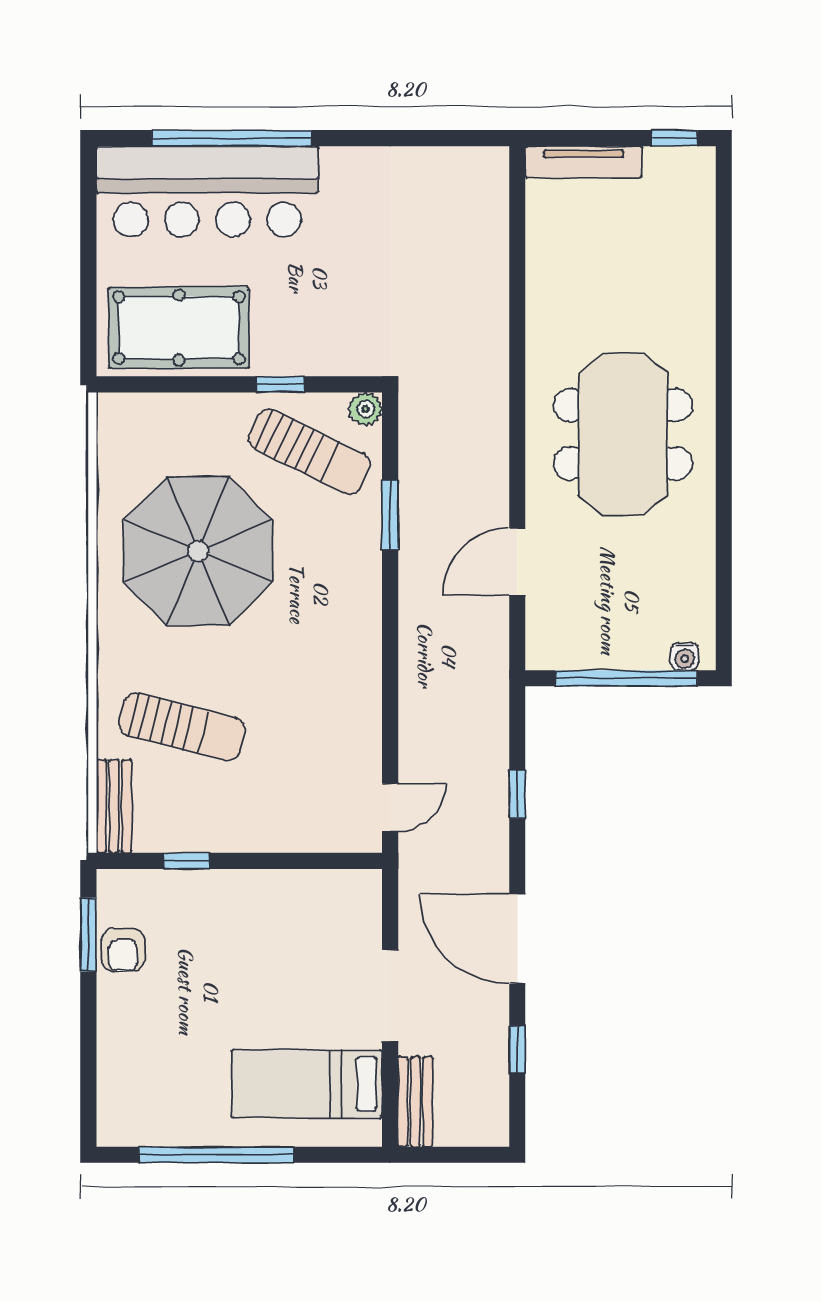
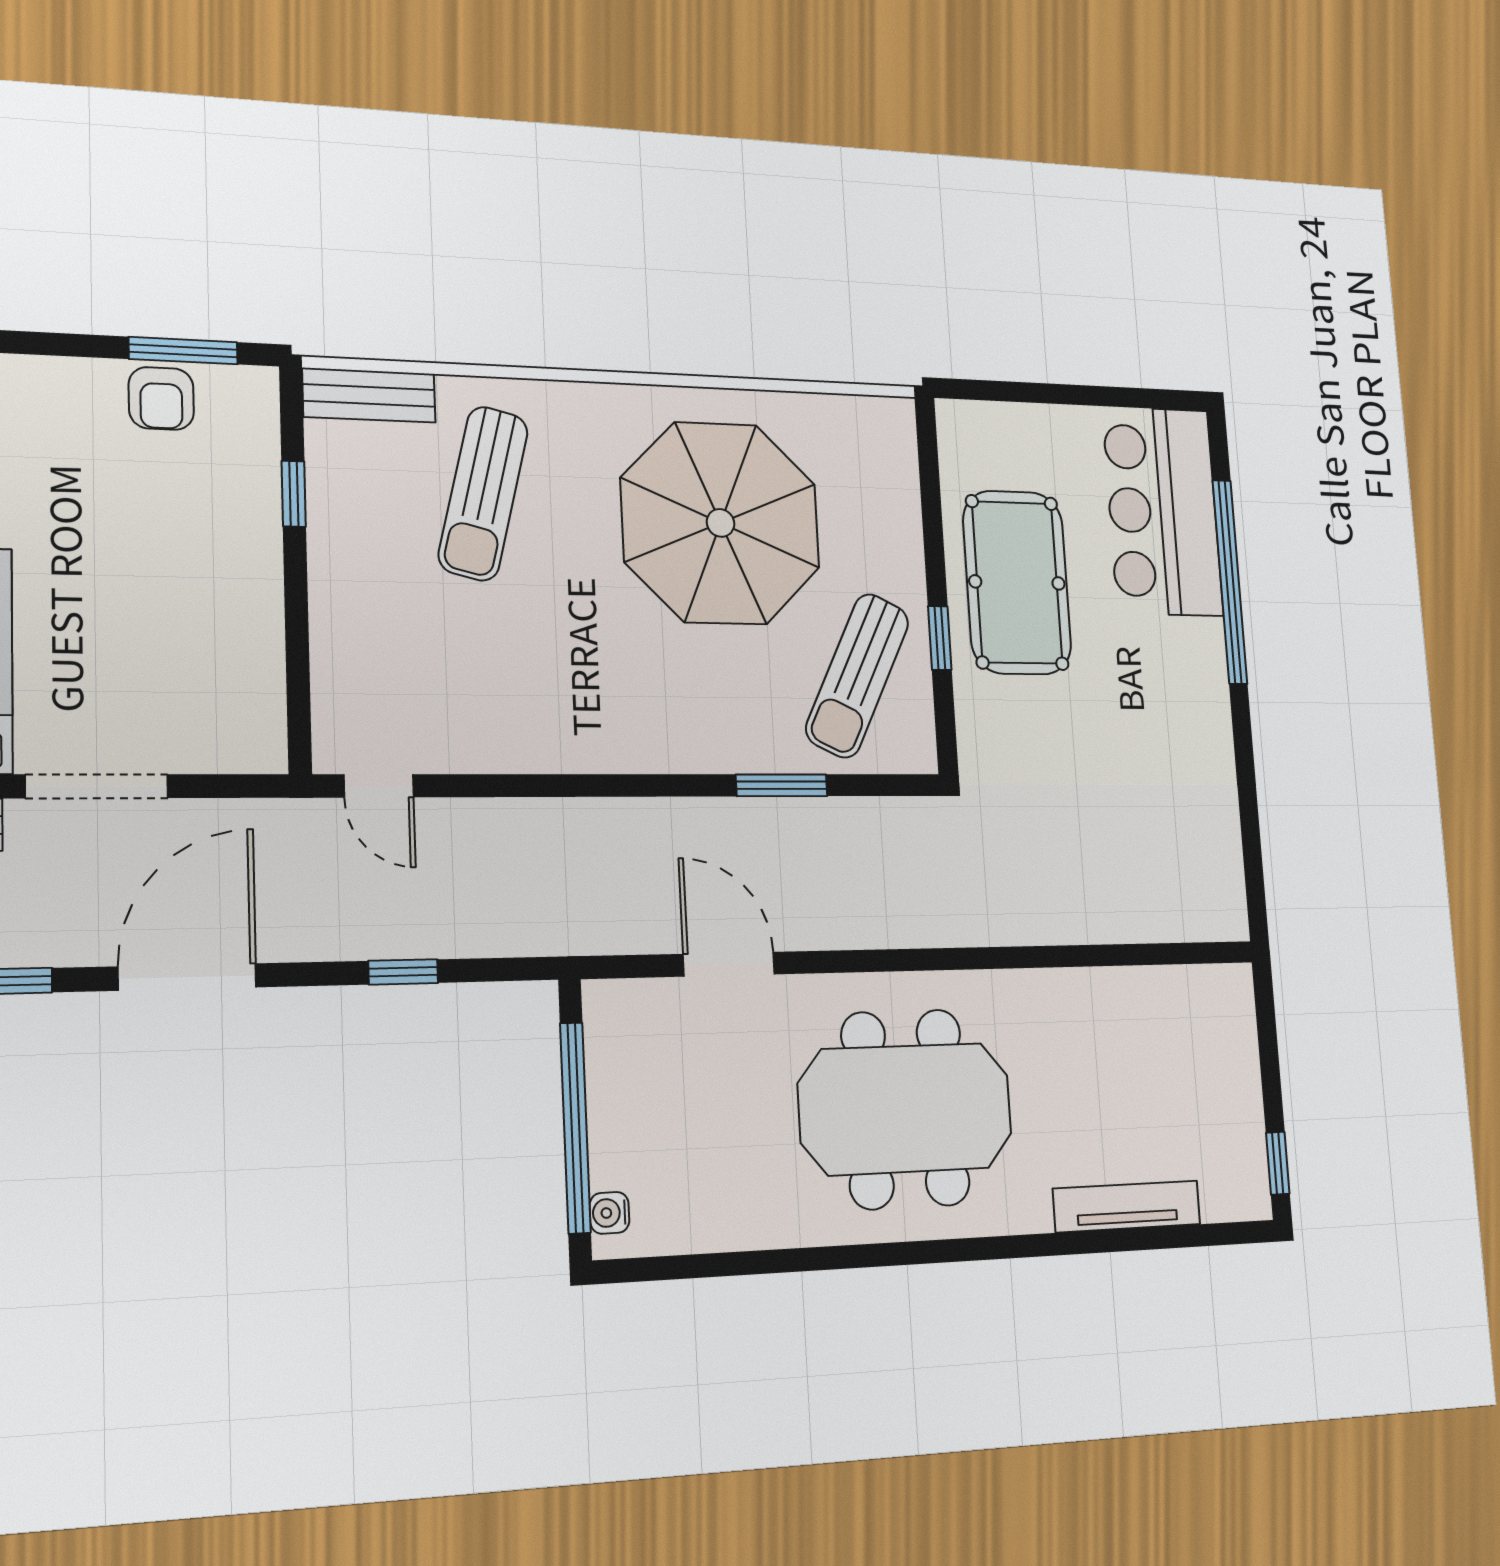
tv unit: (584, 162) -> (1127, 1206), moved, turned 90
bar counter: (207, 191) -> (1163, 511), width x0.73
pool table: (179, 328) -> (1017, 582), moved
plant: (365, 409) -> (916, 752), removed
armchair: (123, 950) -> (161, 398), turned -90

